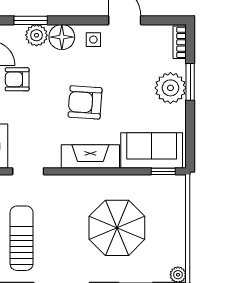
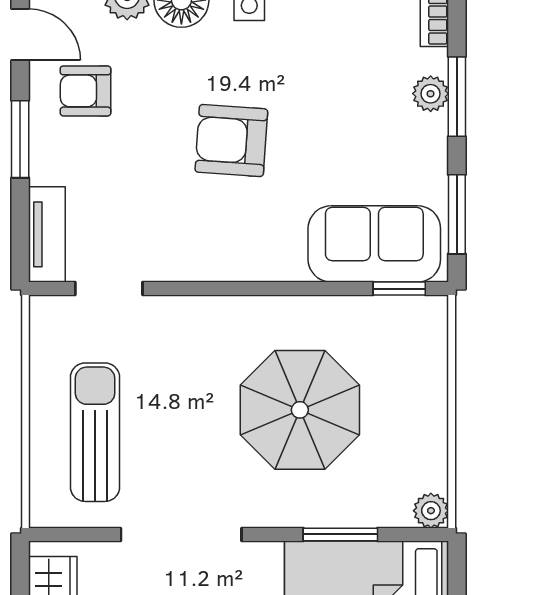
plant: (170, 88) -> (431, 94), width x0.53, depth x0.53
window: (190, 137) -> (457, 214), added
fireplace: (90, 156) -> (243, 257), removed

